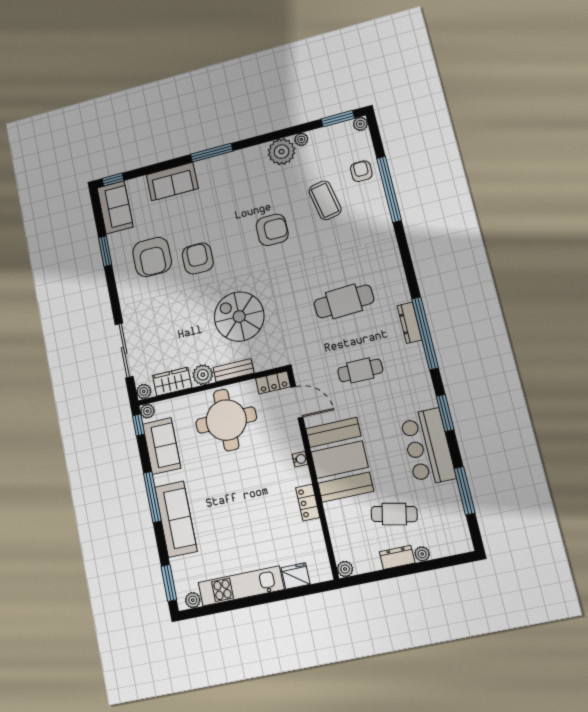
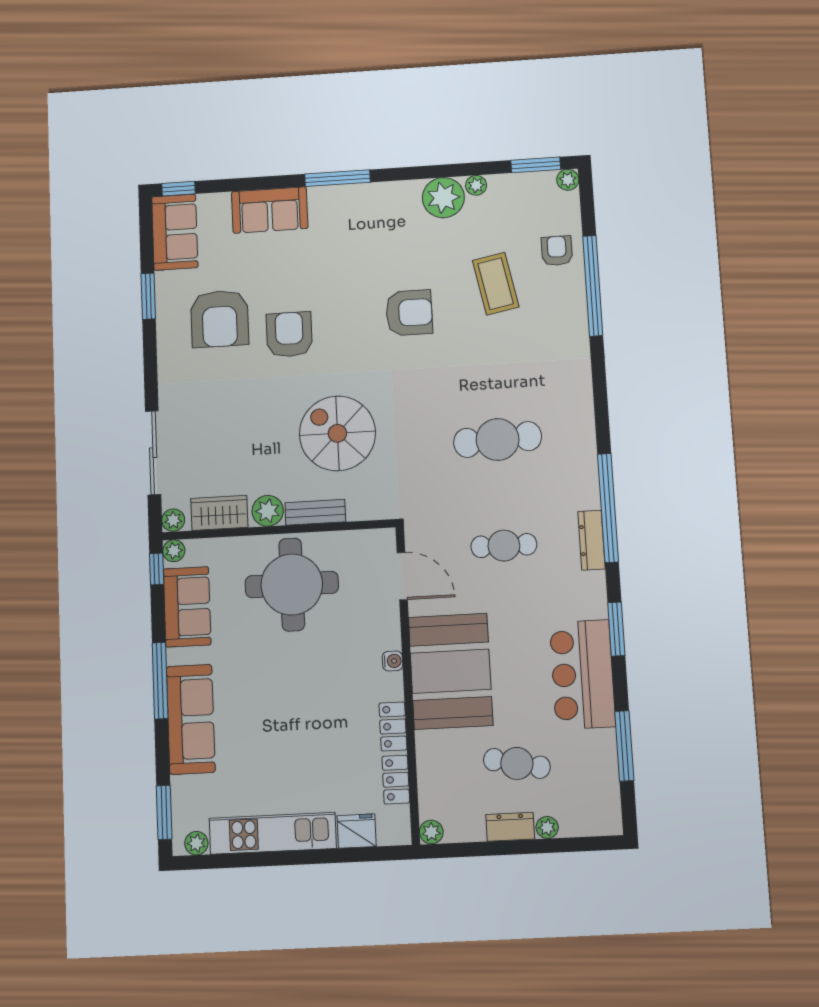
dresser: (409, 323) -> (592, 540), moved
locker: (273, 383) -> (396, 780), moved, turned 90

